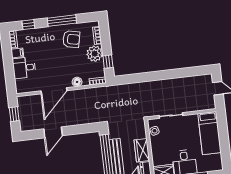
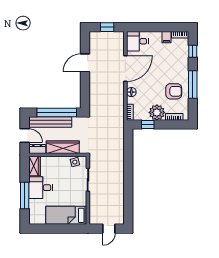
armchair: (71, 39) -> (174, 91), turned -102
desk: (24, 68) -> (137, 41), moved, turned -90
door: (54, 91) -> (125, 69), swing flipped
door: (53, 132) -> (85, 63), hinge flipped
wardrobe: (142, 150) -> (63, 147), width x1.50

